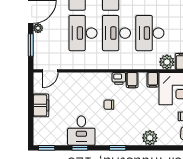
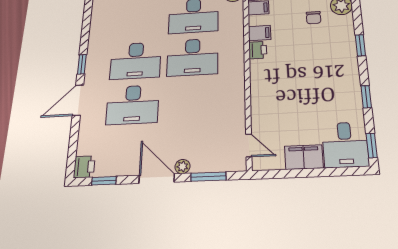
desk: (83, 33) -> (191, 102), removed
chair: (109, 105) -> (314, 18), moved
desk: (81, 131) -> (345, 145), moved, turned 90

